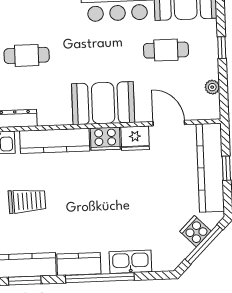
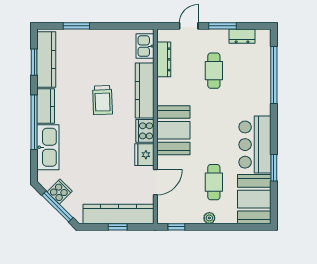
window: (222, 48) -> (176, 227), moved
plant: (212, 87) -> (209, 218), moved
trolley: (27, 201) -> (102, 100), moved
cooker: (195, 231) -> (60, 192), moved
kitchen sink: (130, 262) -> (48, 147), width x1.36, depth x1.24

